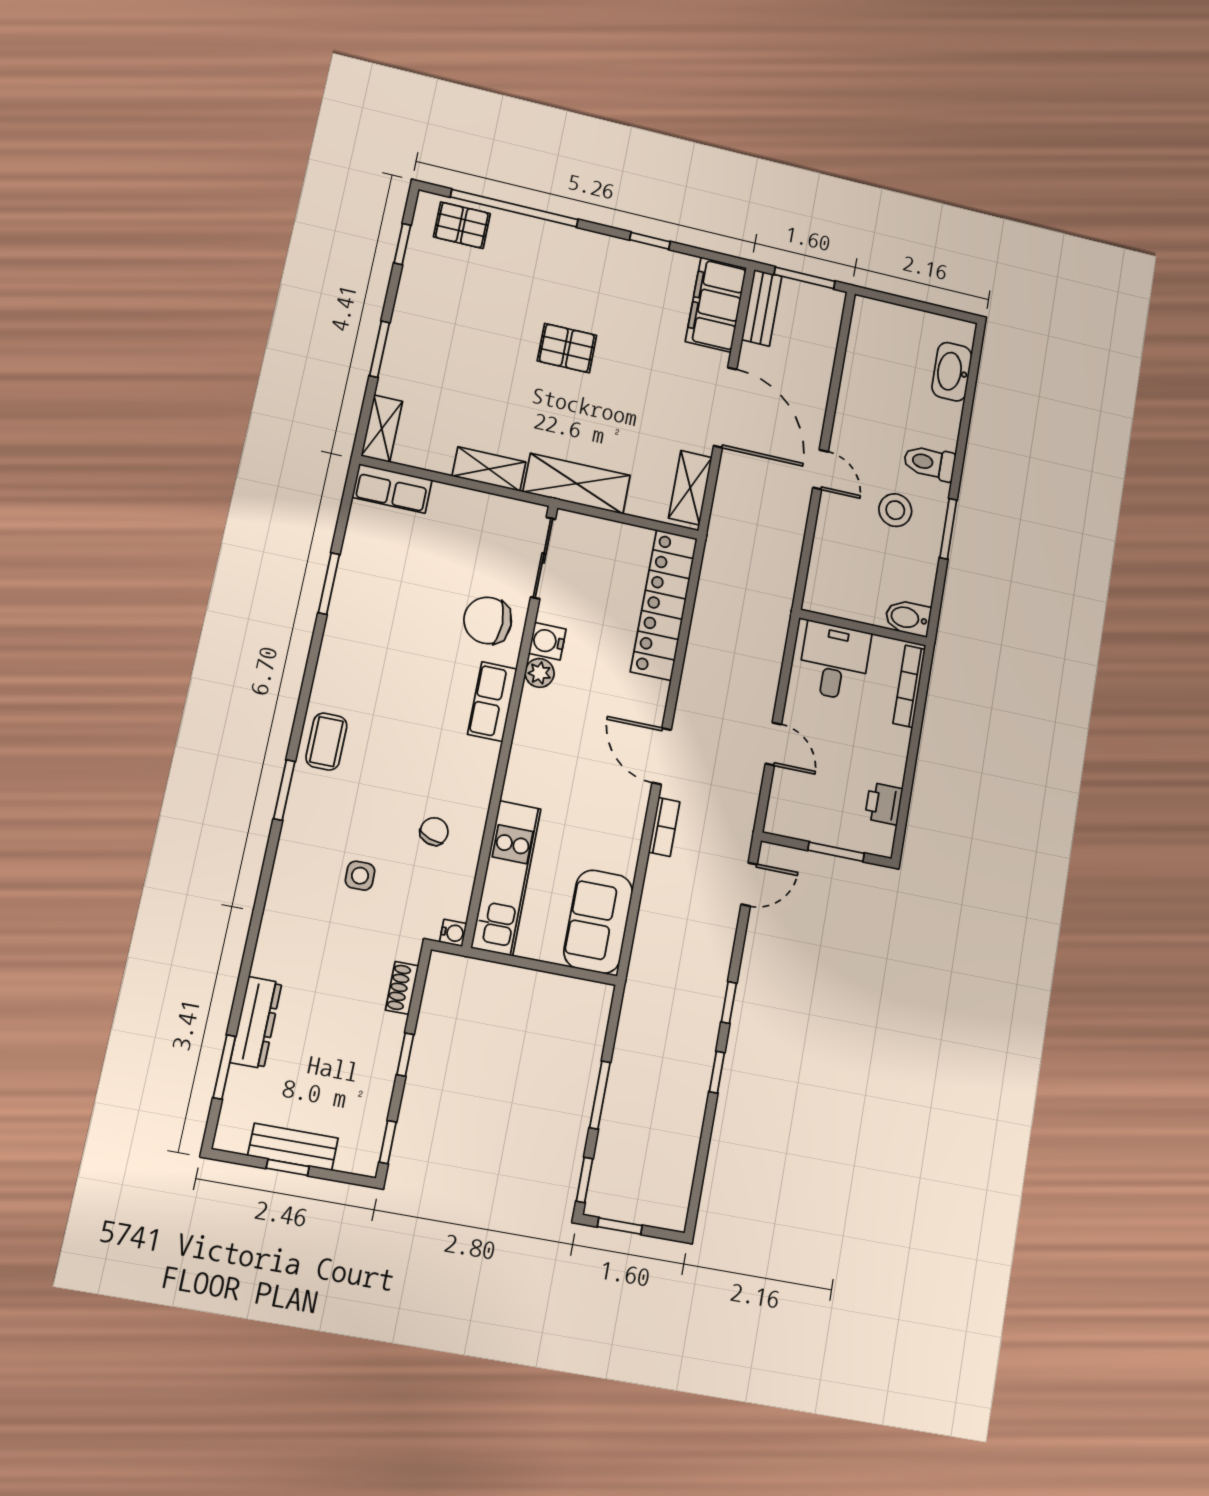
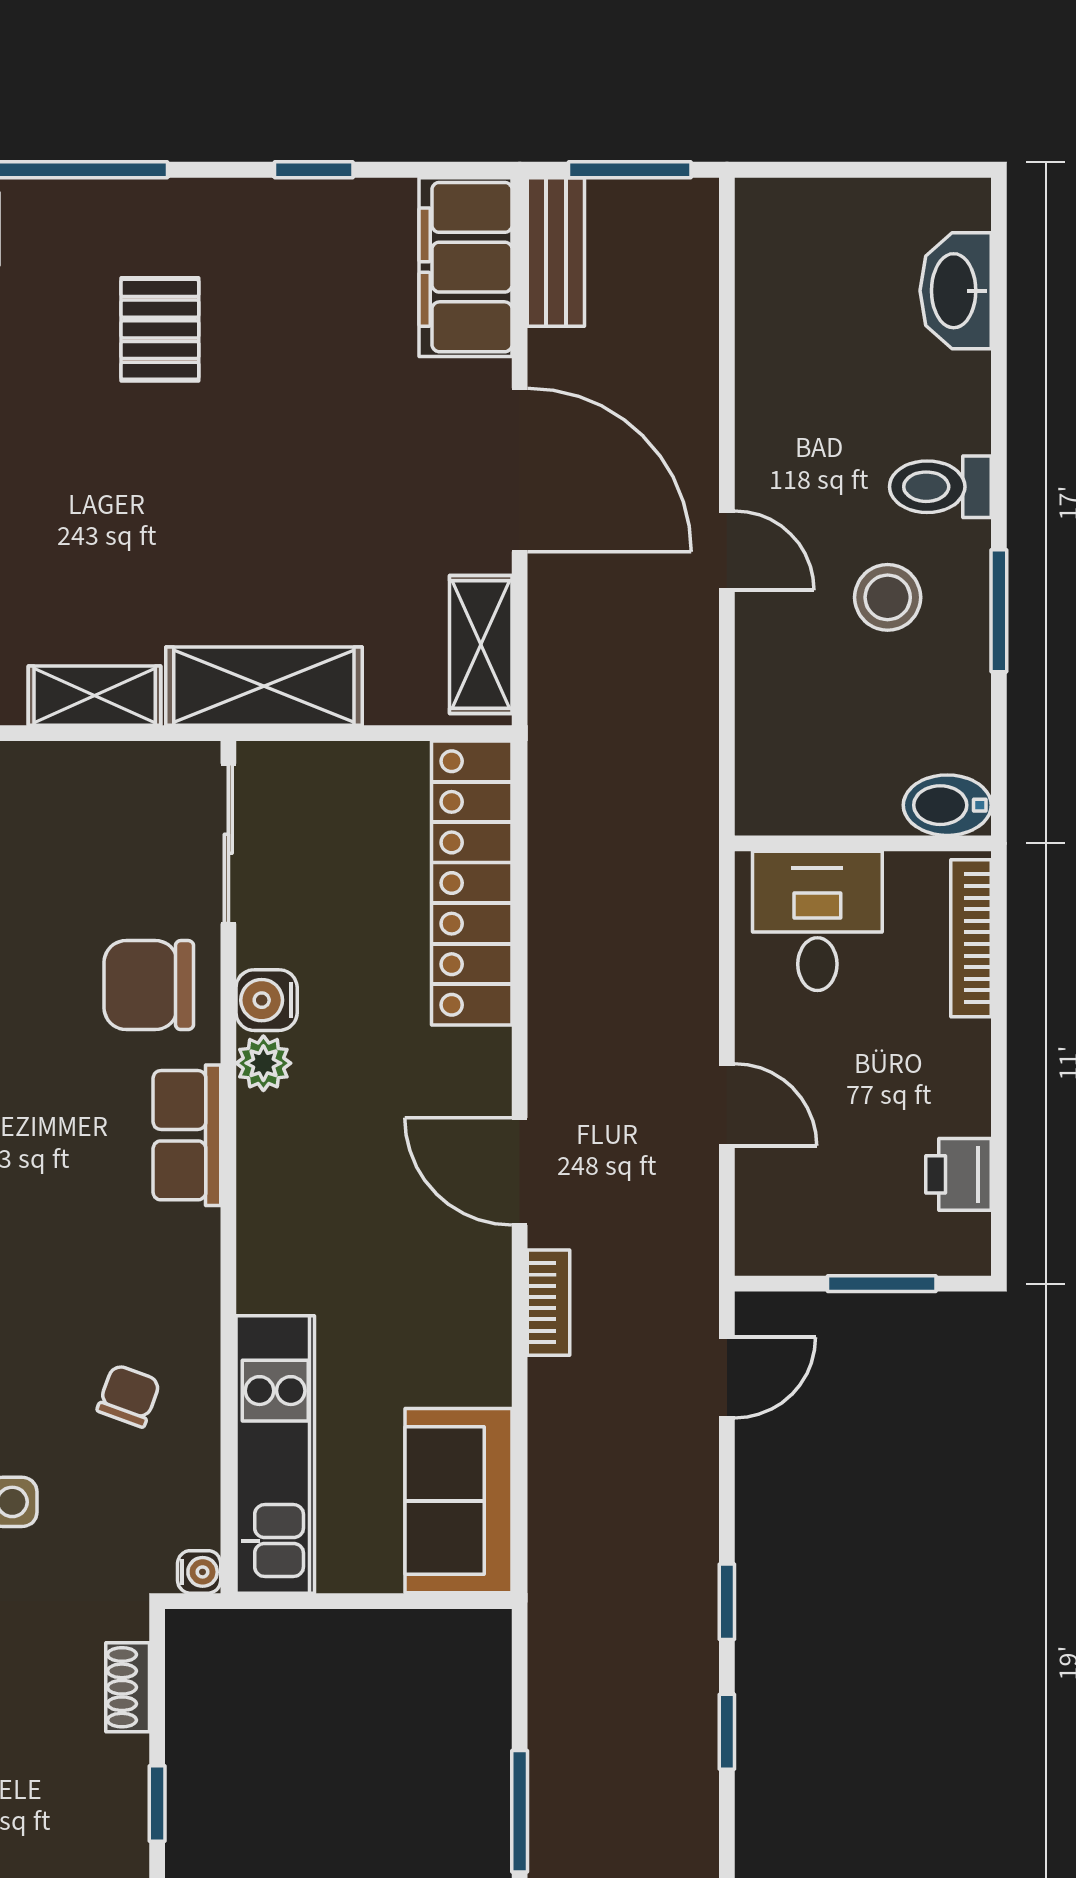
pallet: (567, 348) -> (160, 329), moved, turned 90

